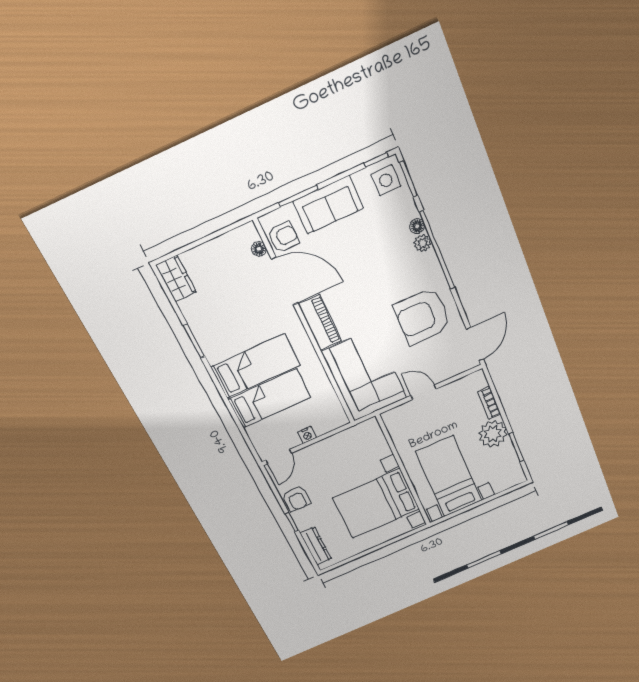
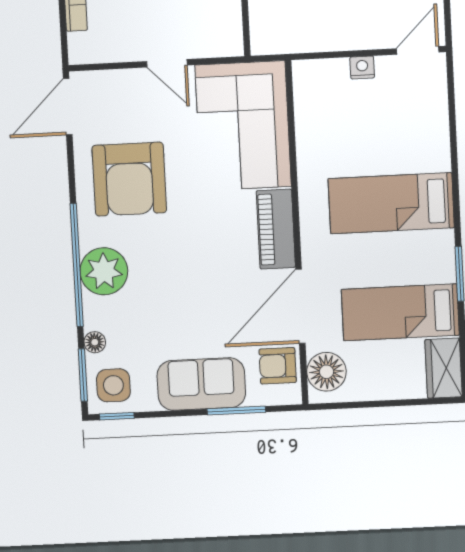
floor lamp: (417, 226) -> (95, 342), moved
plant: (423, 243) -> (104, 271), width x1.88, depth x1.88
floor lamp: (259, 249) -> (326, 372), width x1.89, depth x1.89
door: (285, 281) -> (300, 306), hinge flipped
armchair: (422, 316) -> (129, 179), turned 90
bed: (269, 398) -> (400, 312), moved

